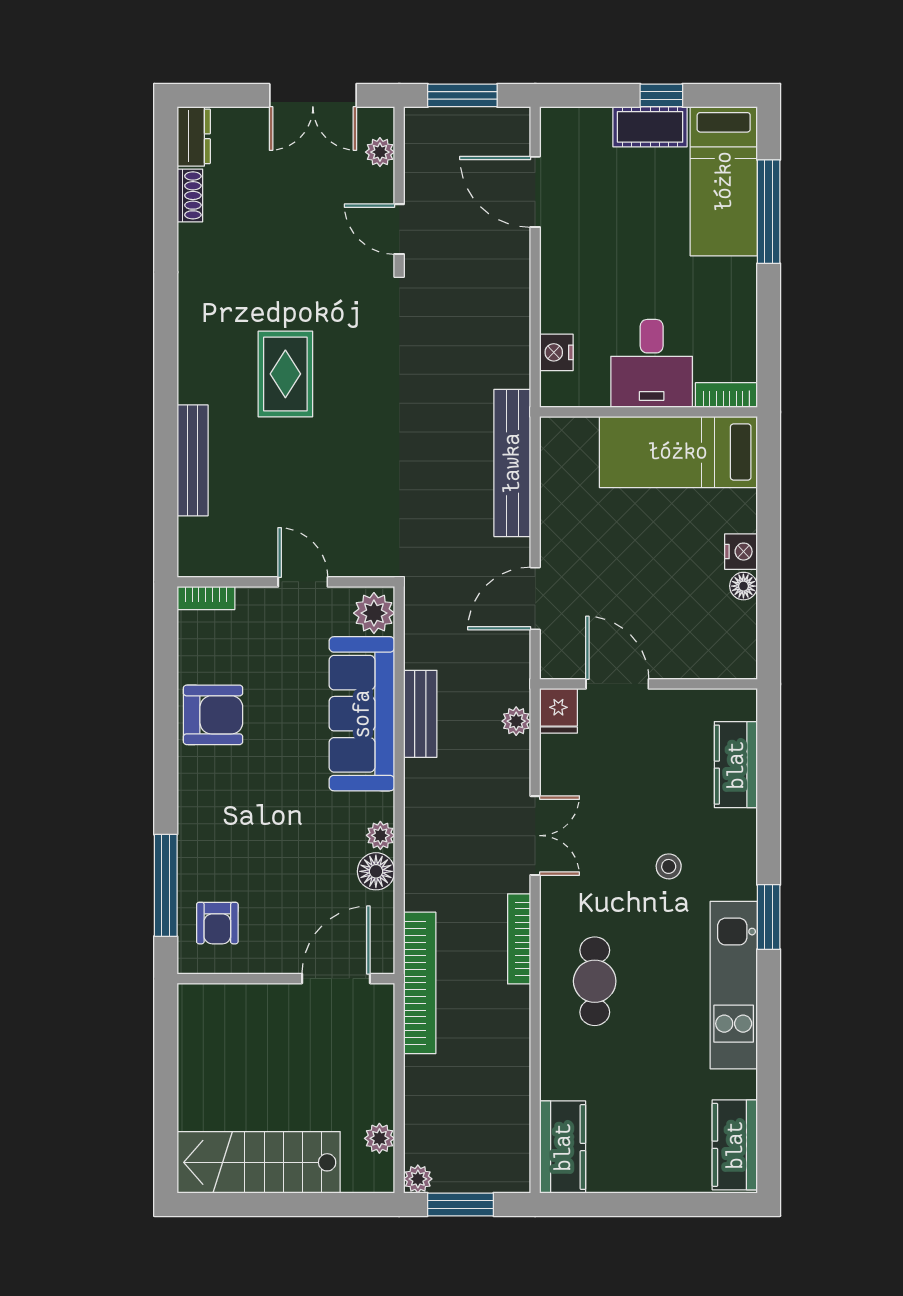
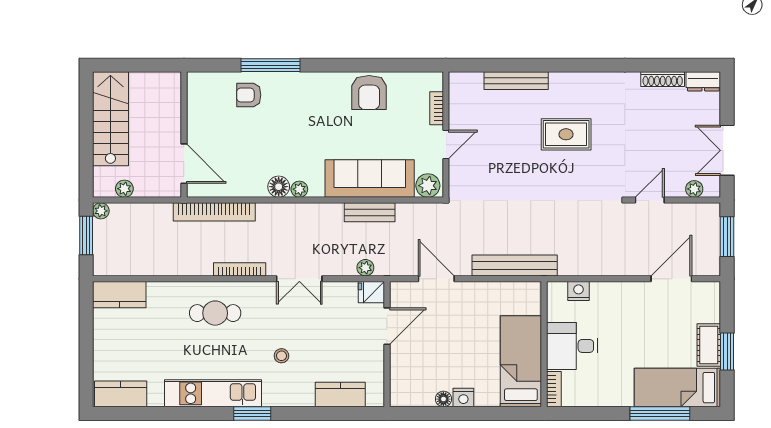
window: (661, 95) -> (727, 352), width x1.50
shoe rack: (190, 195) -> (663, 79), width x1.43
bookcase: (206, 598) -> (437, 108), moved
wall: (286, 979) -> (184, 135), moved
door: (336, 979) -> (184, 164), moved

